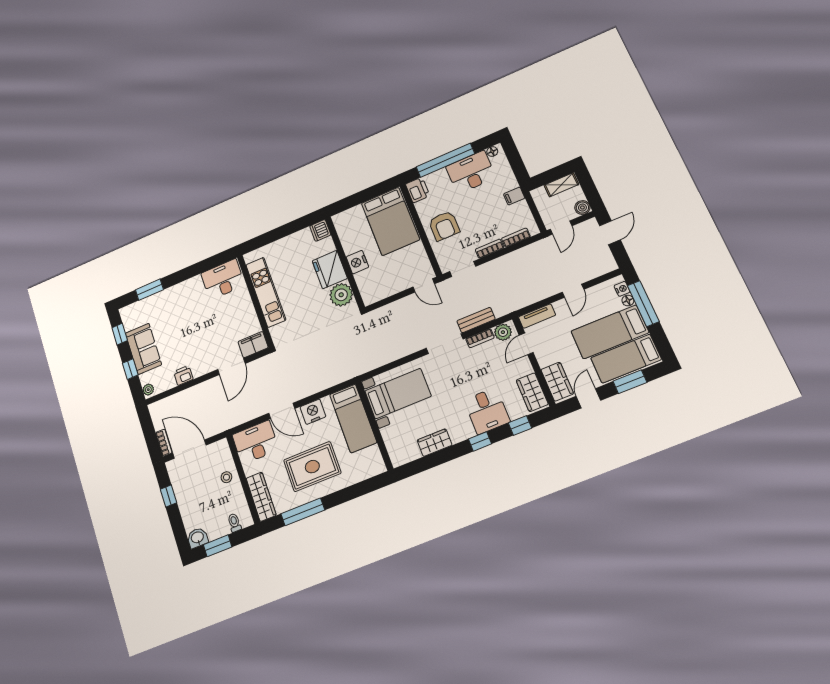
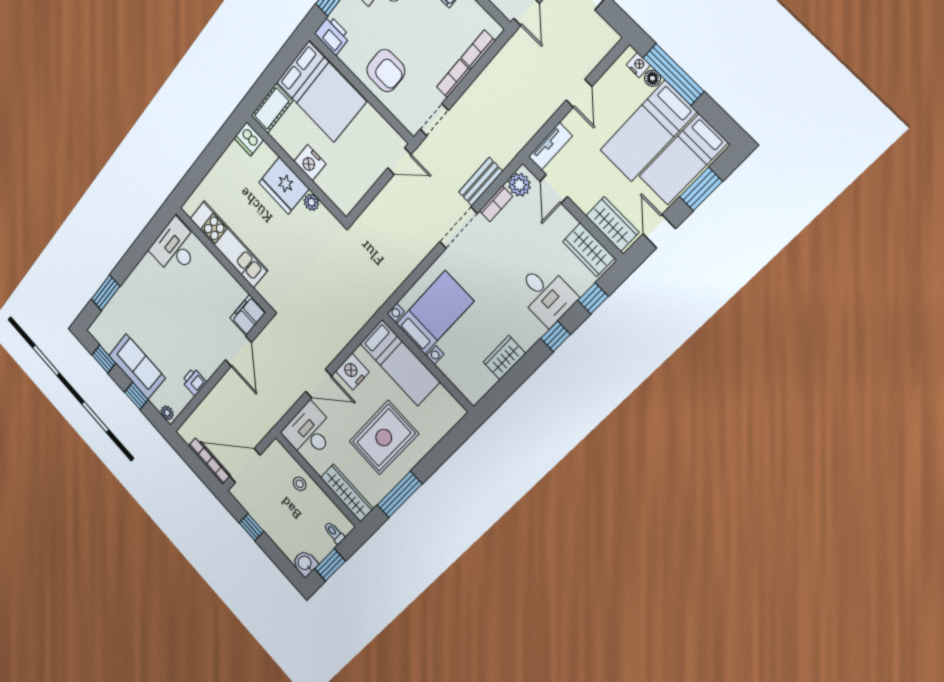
cot: (348, 218) -> (272, 108), added
plant: (341, 295) -> (311, 202), width x0.53, depth x0.53
bookcase: (164, 443) -> (209, 461), width x1.56

